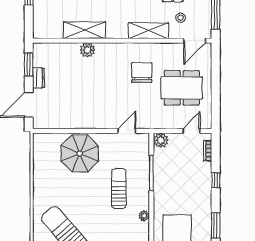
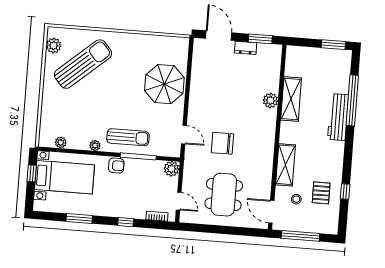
chair: (142, 73) -> (222, 143), moved, turned 180
sun lounger: (119, 189) -> (128, 137), moved
armchair: (162, 194) -> (116, 166), added

